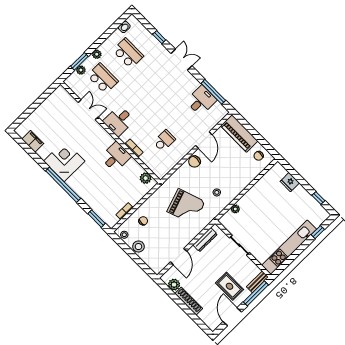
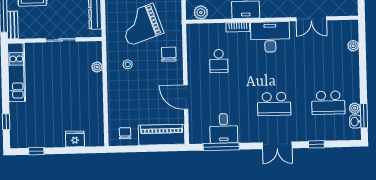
plant: (97, 54) -> (355, 108), moved
window: (79, 61) -> (364, 116), moved
school desk: (103, 78) -> (274, 104), moved
desk: (119, 121) -> (270, 37), width x1.37
chair: (194, 162) -> (169, 54), moved
kitchen unit: (289, 247) -> (17, 72), width x0.73

